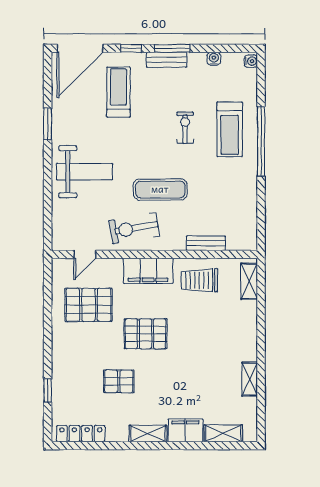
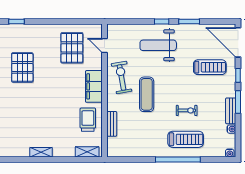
bench: (167, 60) -> (231, 111), moved
treadmill: (230, 129) -> (186, 139), turned 180
window: (48, 166) -> (162, 21), added
weight bench: (85, 172) -> (158, 45), turned 90
pallet: (145, 334) -> (53, 85), removed
shelving: (250, 379) -> (41, 152), moved
pallet: (119, 381) -> (22, 67), width x1.50, depth x1.42

